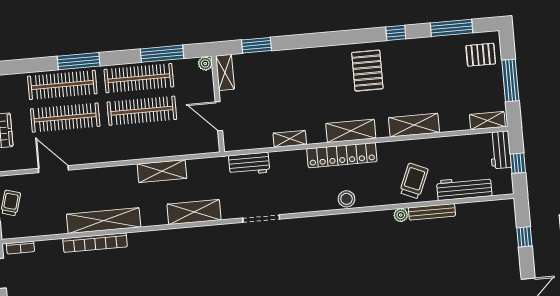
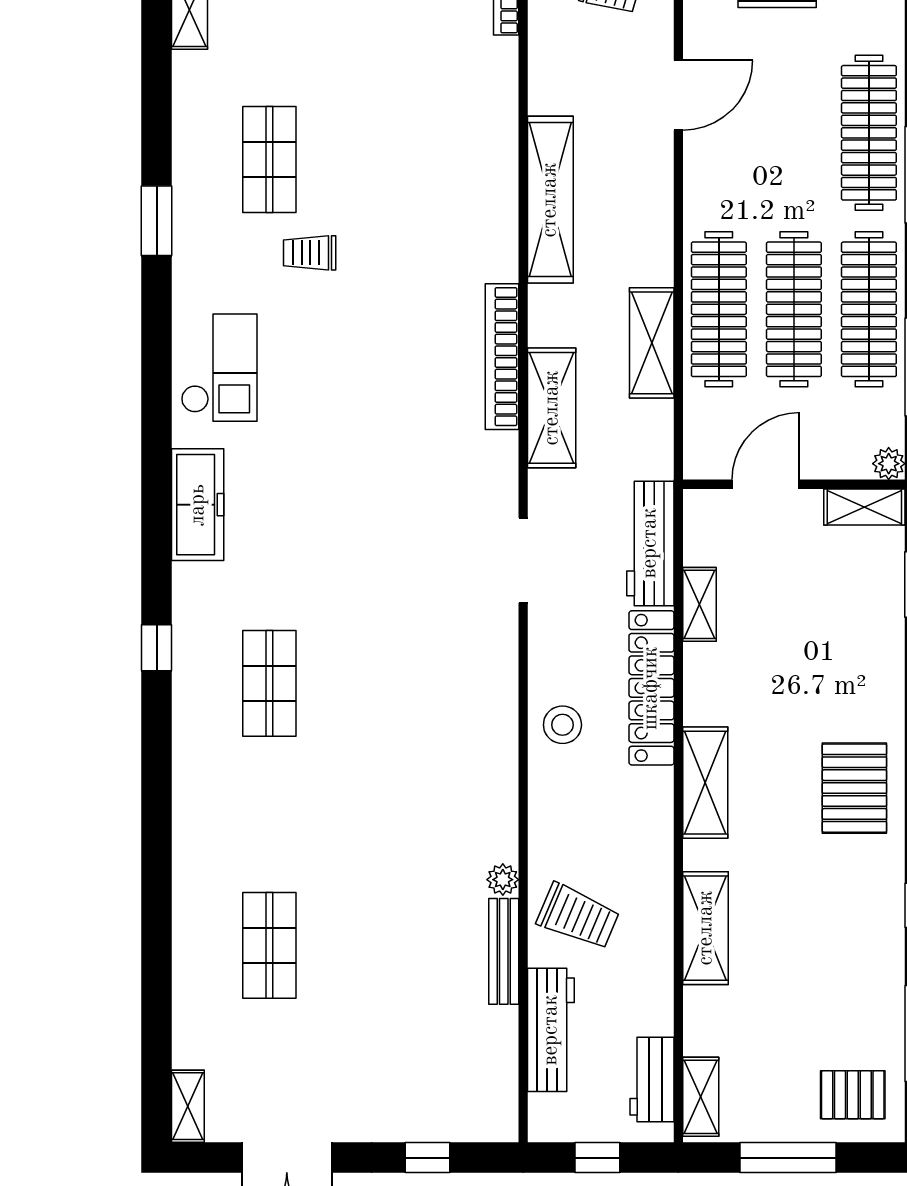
pallet: (481, 55) -> (853, 1095), turned 90
pallet: (367, 71) -> (854, 788), moved, turned 90
clothes rail: (65, 118) -> (719, 309), moved
shelving: (290, 139) -> (700, 604), moved
workbench: (500, 150) -> (652, 1080), moved, turned -90
locker: (342, 155) -> (651, 688), moved
workbench: (249, 164) -> (650, 543), width x1.38
stool: (346, 199) -> (562, 725), moved
bookcase: (95, 243) -> (502, 357), moved

